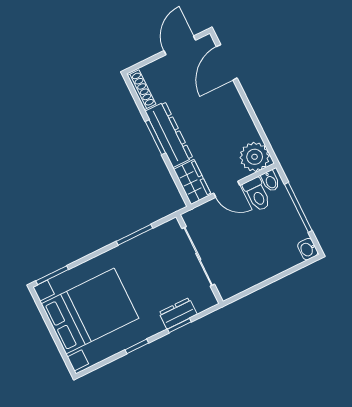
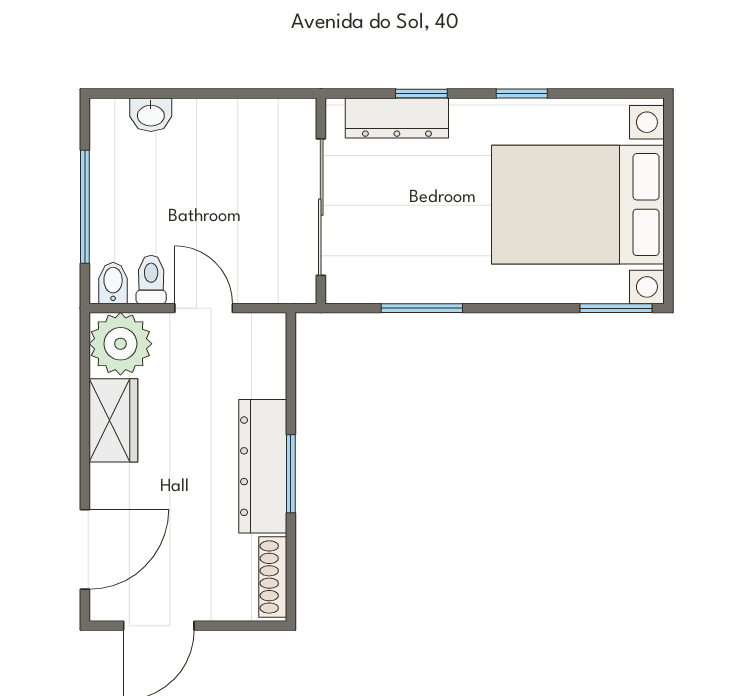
wardrobe: (192, 182) -> (113, 420), moved, turned 180
toilet: (257, 194) -> (151, 279), width x0.73, depth x0.72
washbasin: (308, 249) -> (151, 115), moved, turned 90
dresser: (178, 313) -> (397, 118), width x1.44

